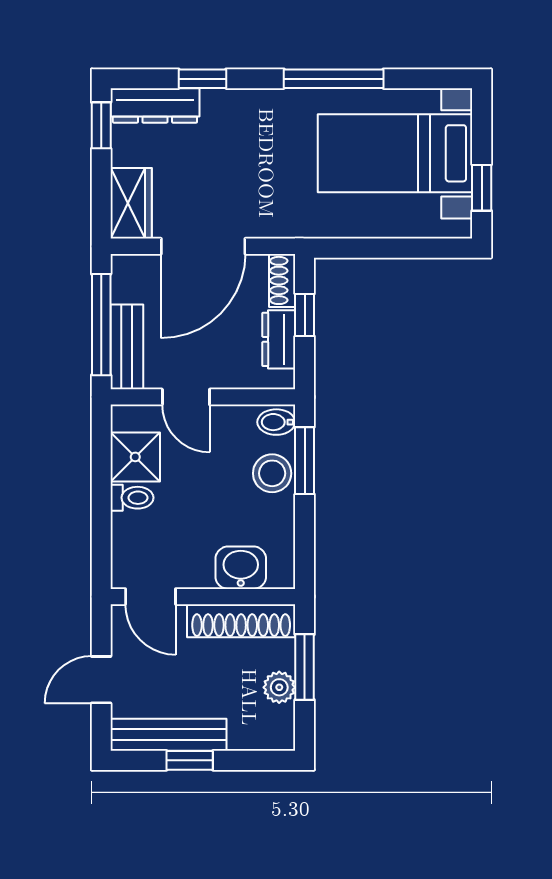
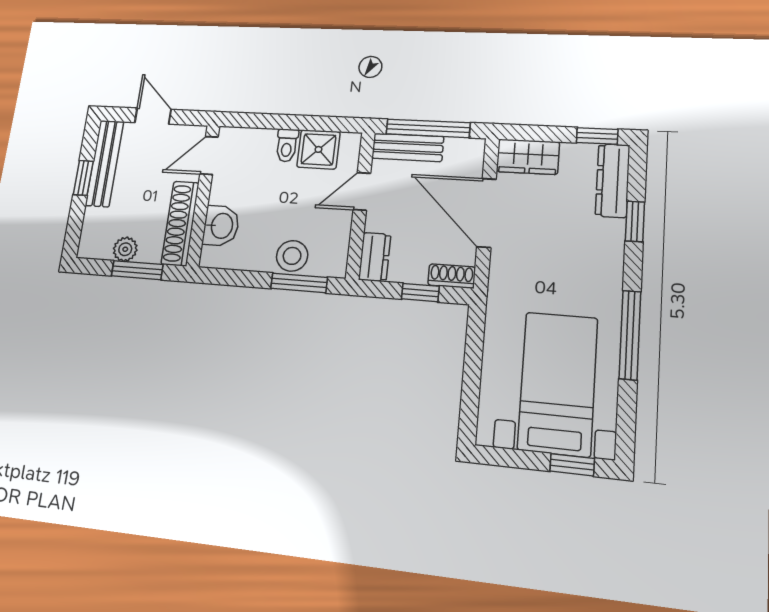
window: (482, 188) -> (572, 465), moved
dresser: (279, 339) -> (375, 257), moved, turned 90
bidet: (276, 422) -> (333, 262), removed

